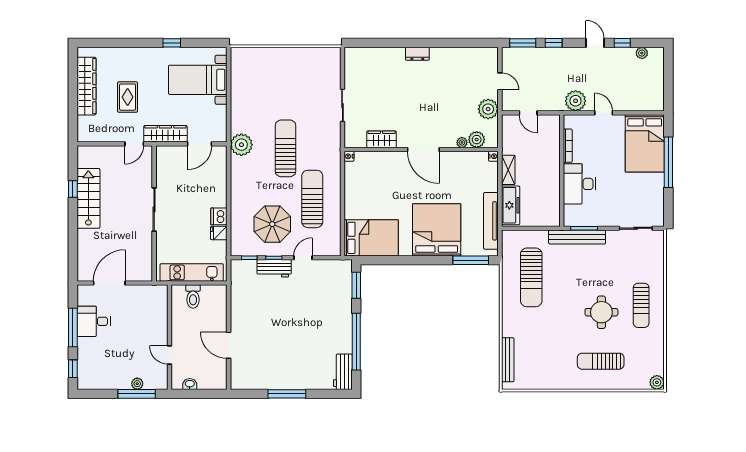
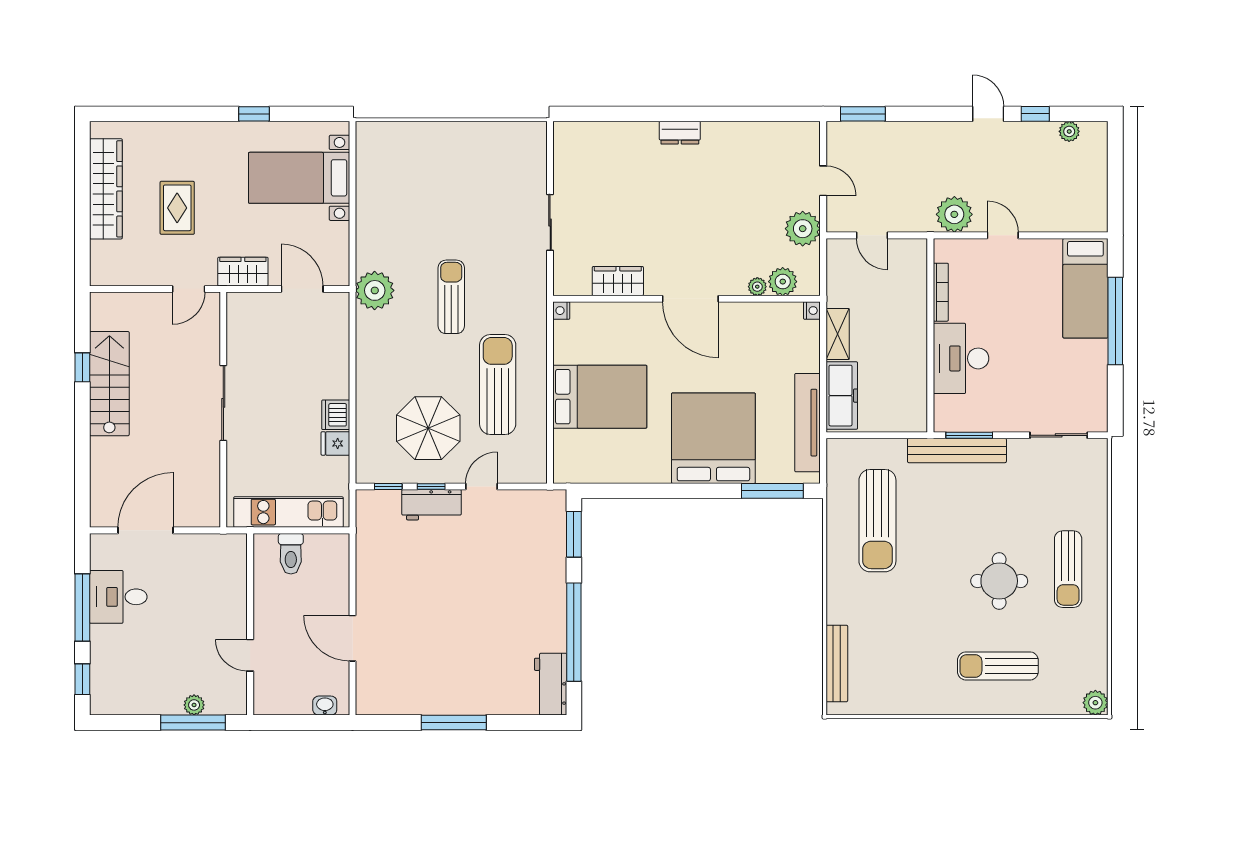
window: (554, 43) -> (916, 114), removed
wardrobe: (165, 134) -> (243, 272), width x0.67
bed: (645, 143) -> (1085, 288), width x0.67
door: (200, 144) -> (302, 289), swing flipped
sun lounger: (286, 148) -> (451, 297), width x0.73, depth x0.75
bed: (371, 238) -> (600, 397), moved
washbasin: (190, 384) -> (325, 706), moved

